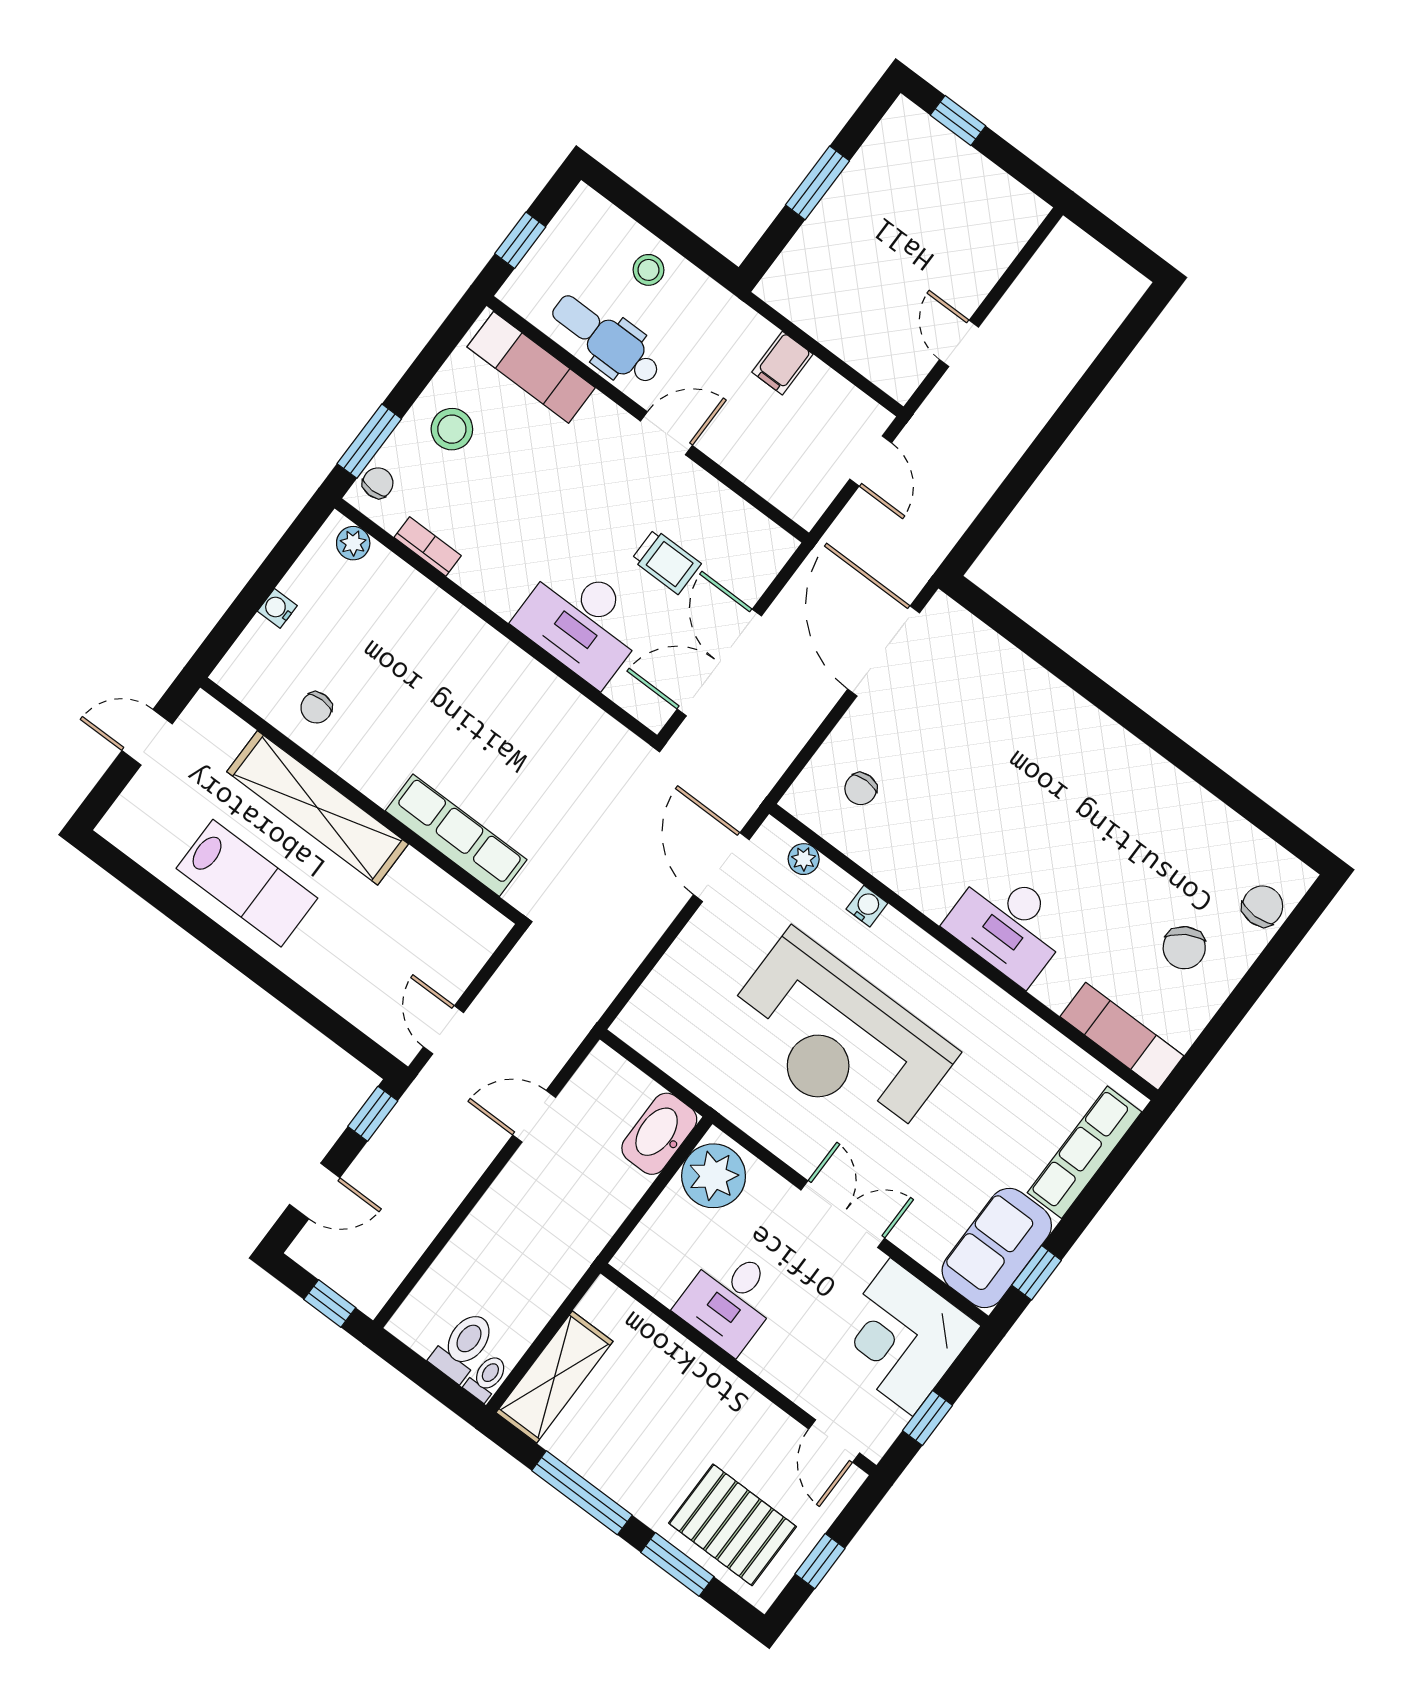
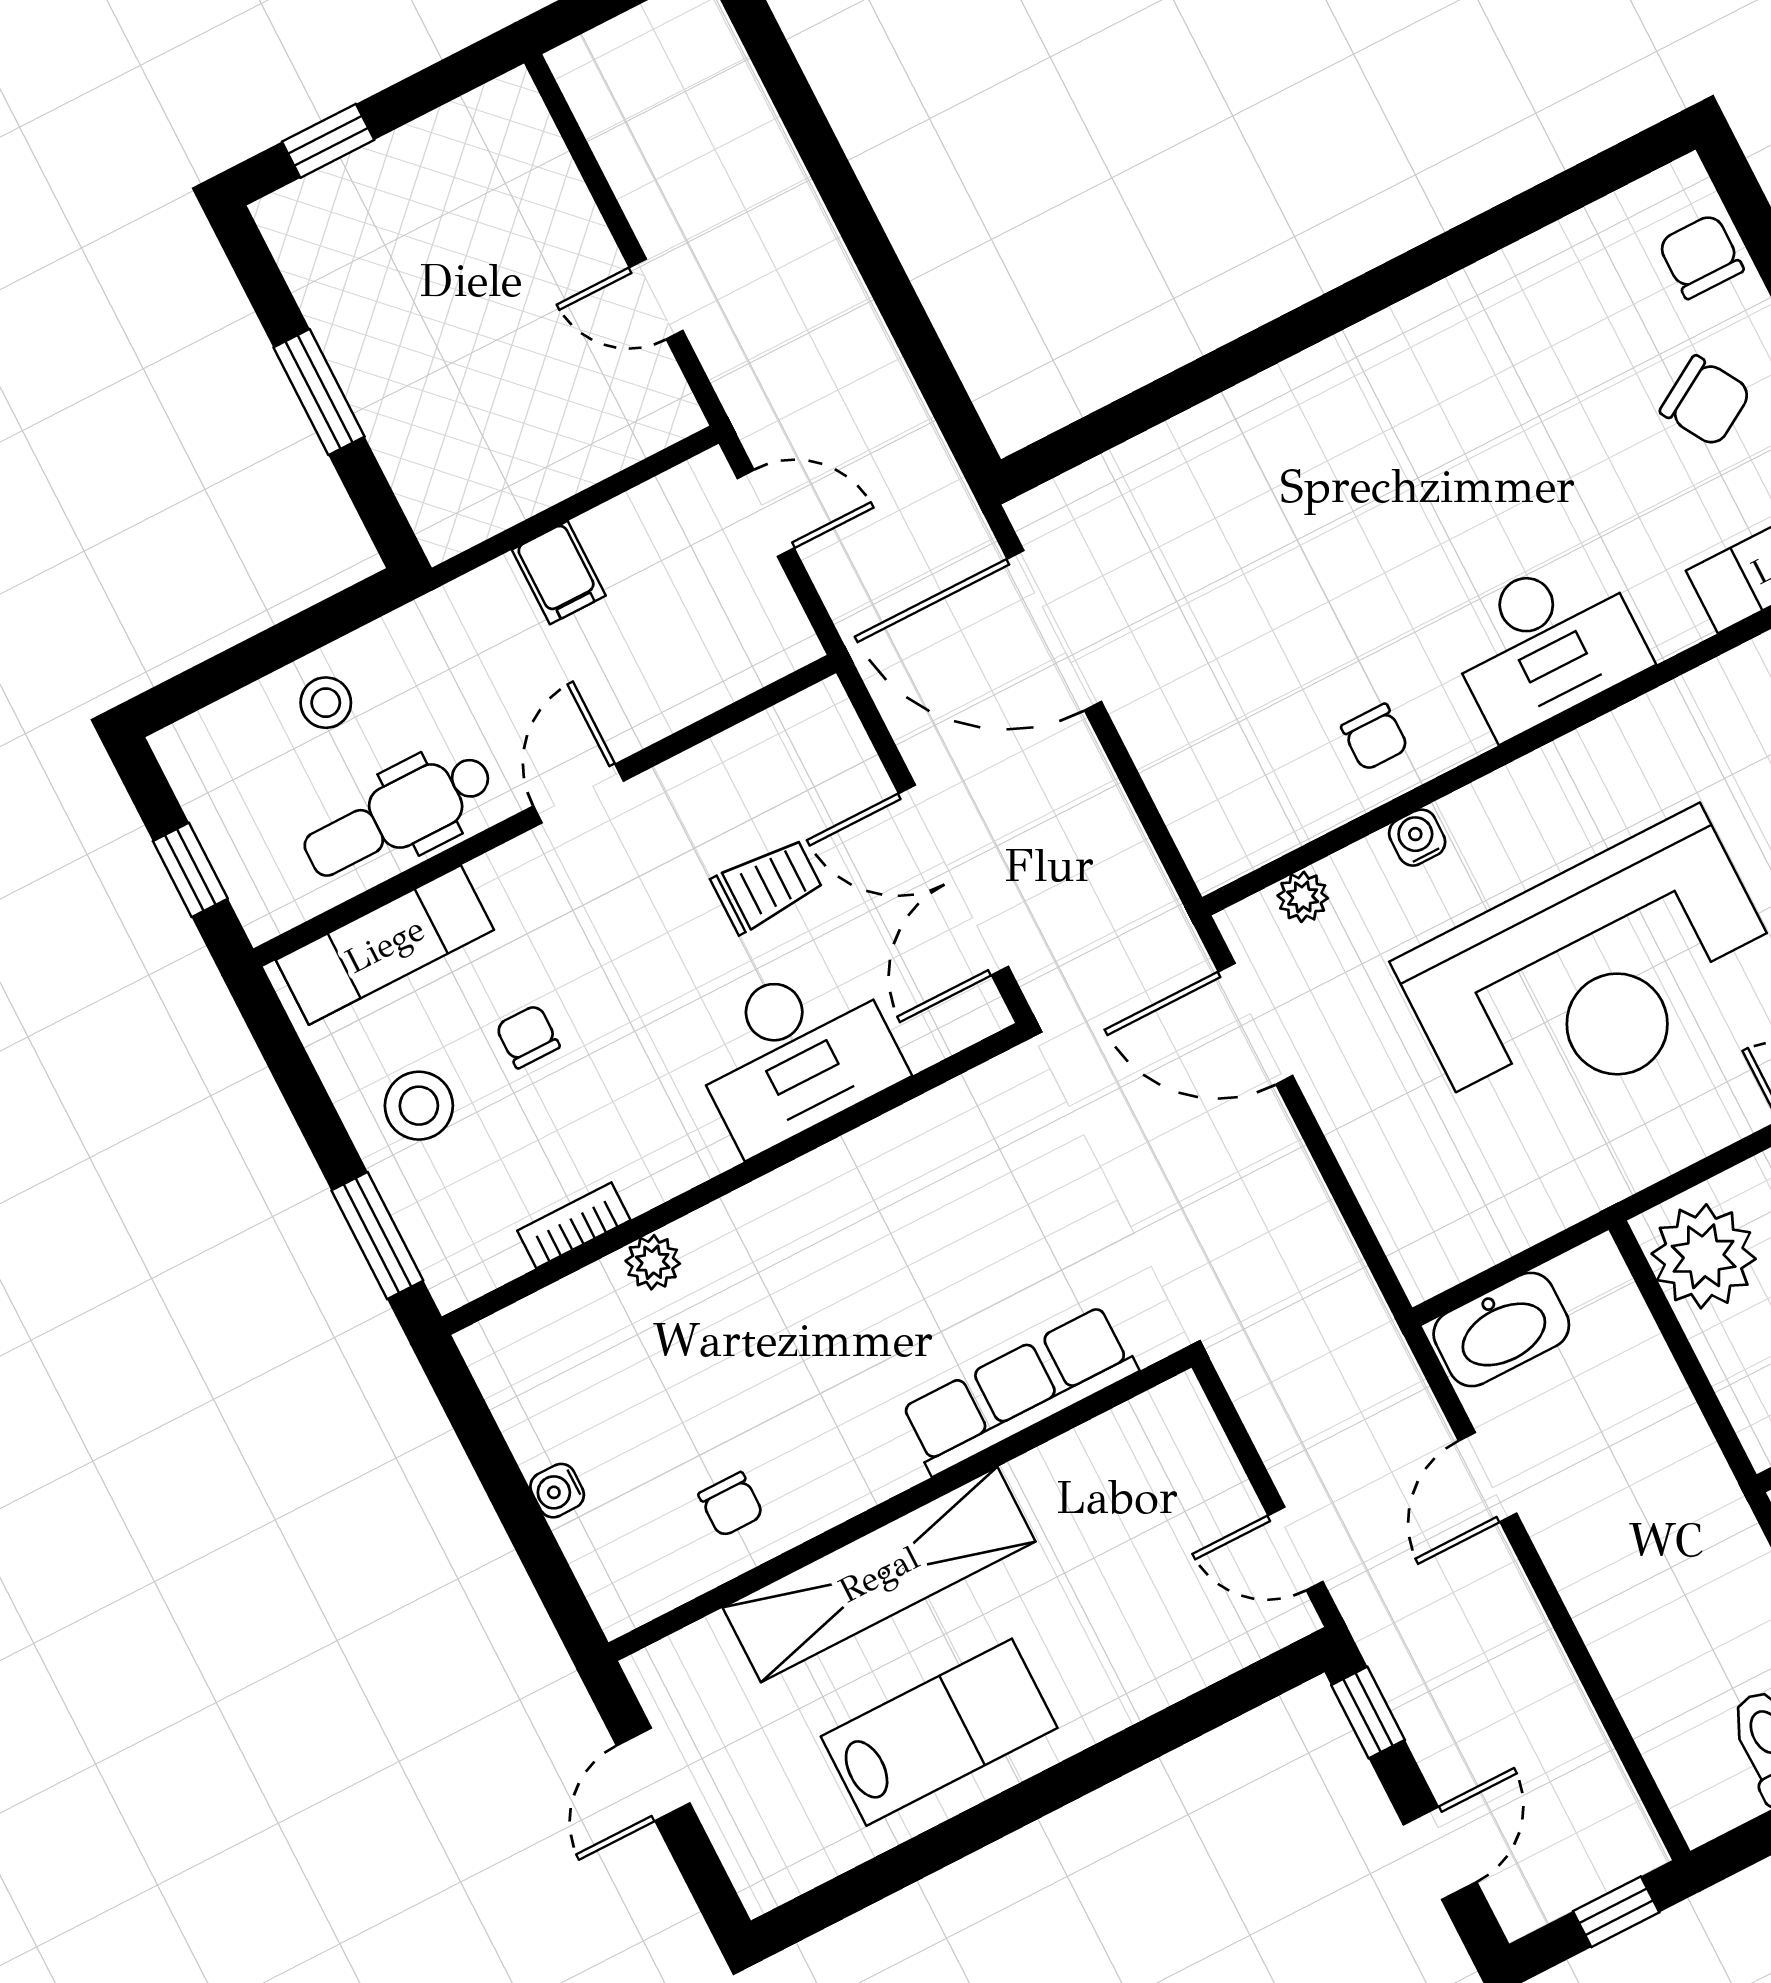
chair: (378, 483) -> (528, 1036), moved
plant: (353, 543) -> (653, 1262), moved
chair: (861, 789) -> (1375, 737), moved
washbasin: (659, 1134) -> (1501, 1329), moved, turned -90

